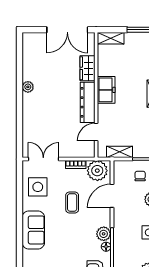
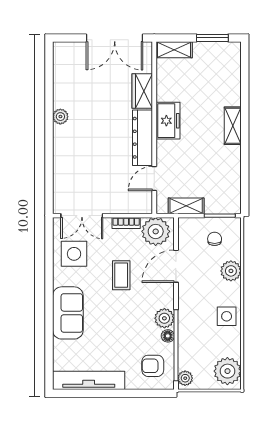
double door: (43, 159) -> (82, 216), swing flipped

